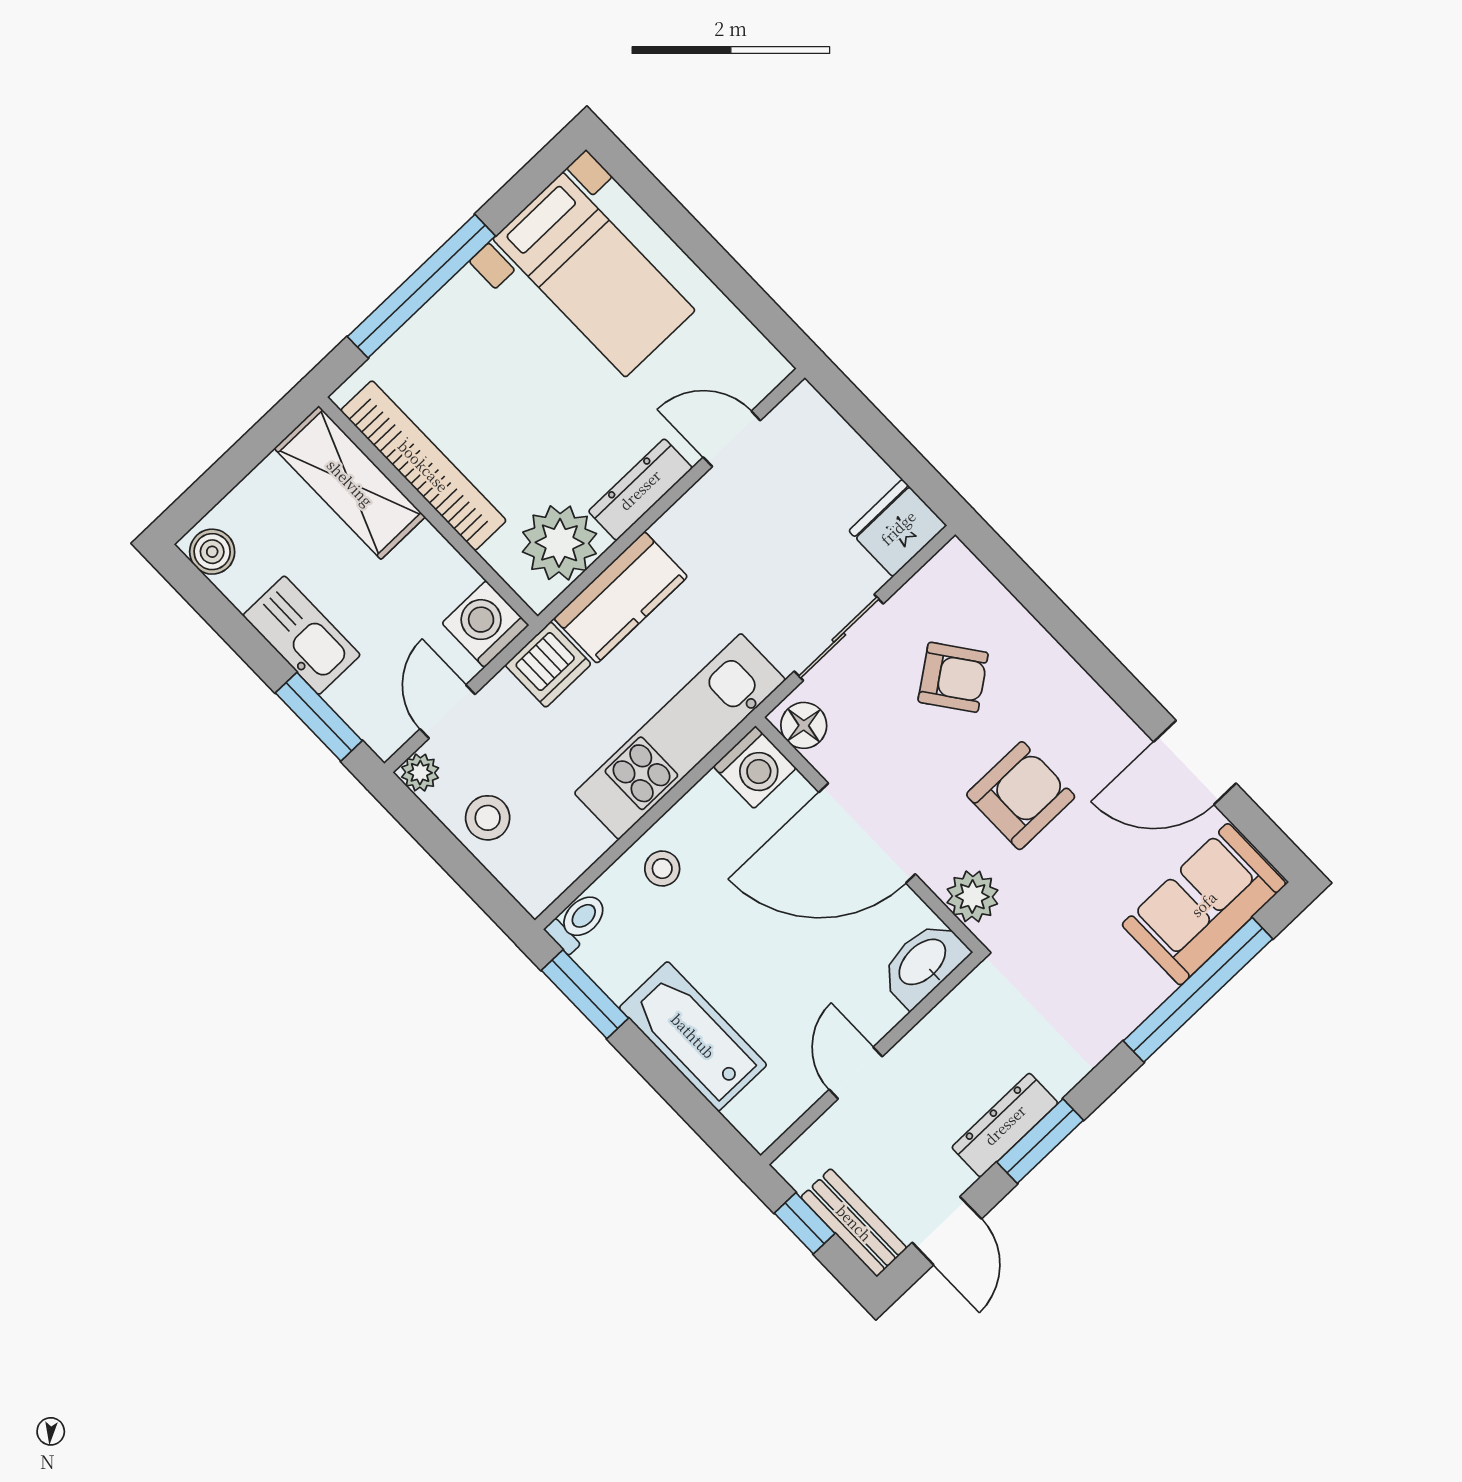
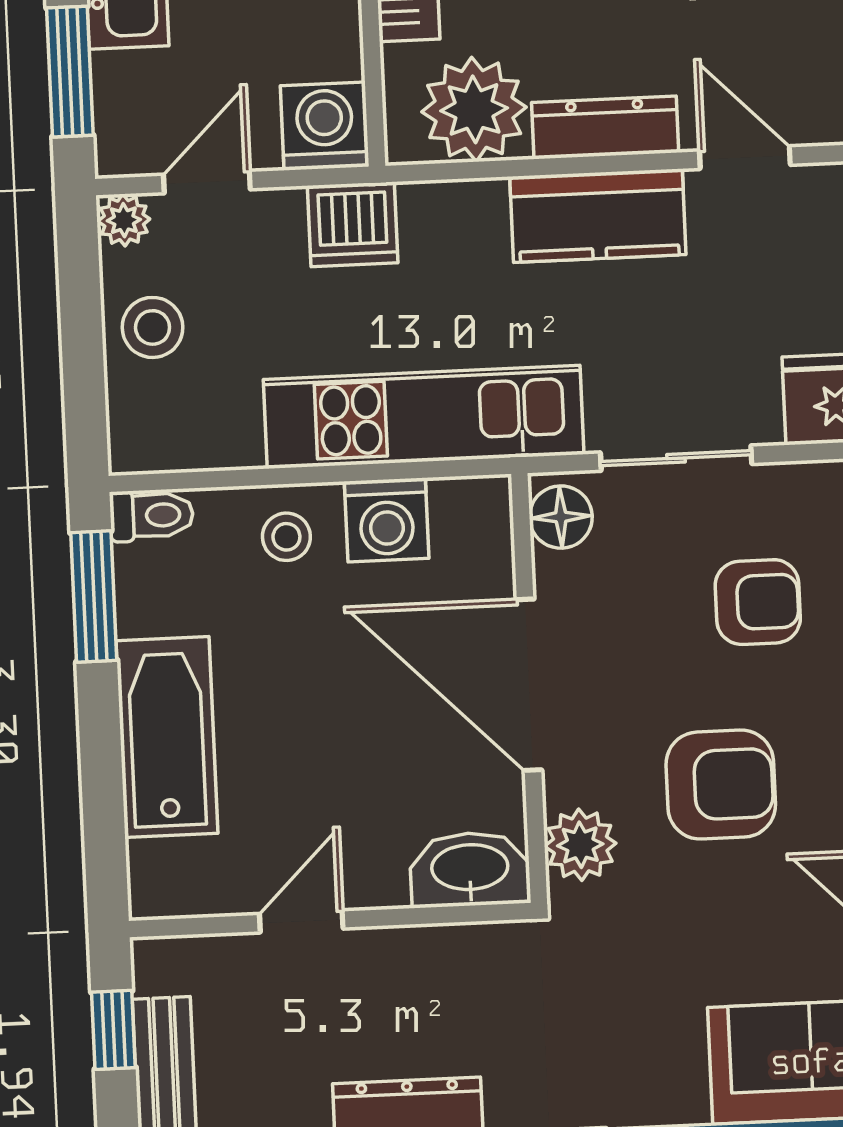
kitchen counter: (621, 597) -> (598, 216), moved
armchair: (953, 677) -> (758, 602), turned -54
washing machine: (755, 767) -> (387, 520), moved

